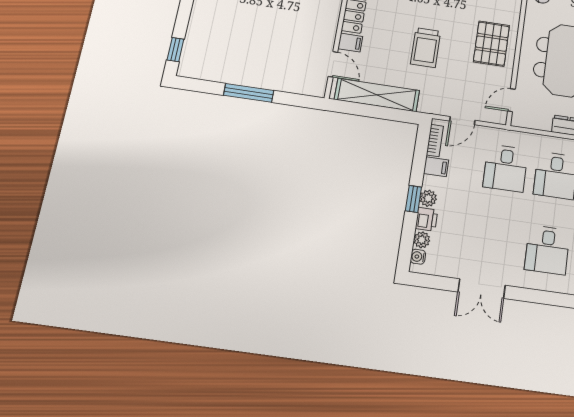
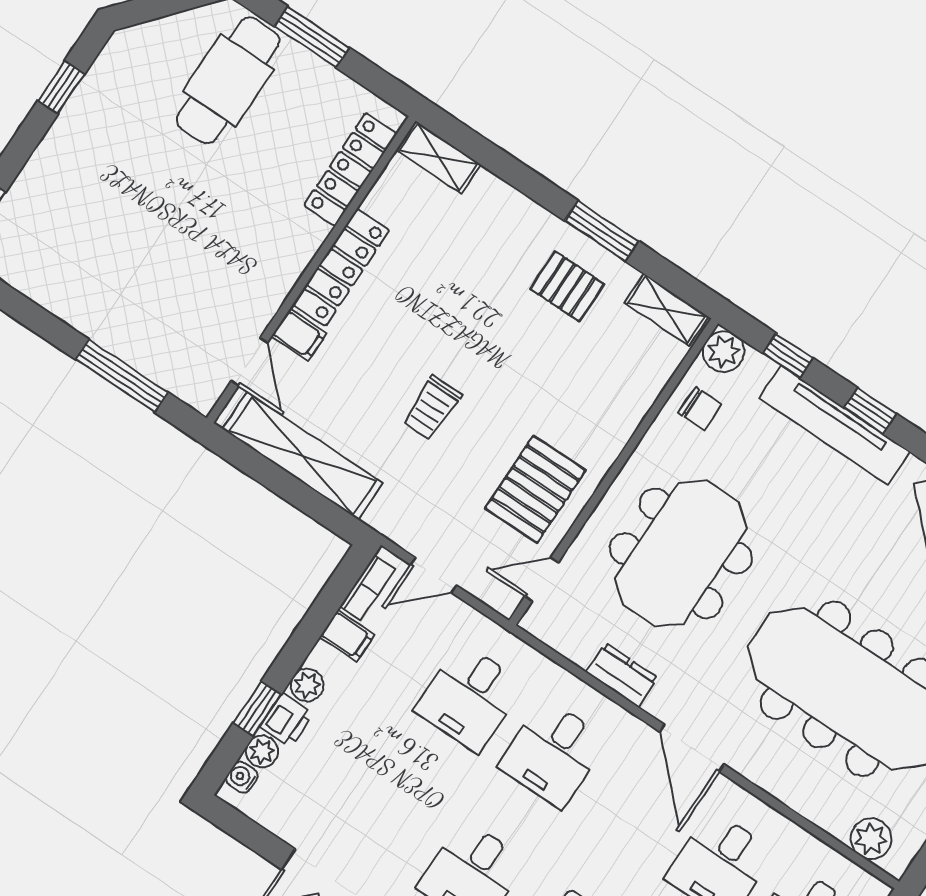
pallet: (491, 44) -> (535, 489), moved
trolley: (426, 47) -> (432, 408), width x0.73, depth x0.72
window: (249, 93) -> (122, 376), moved
window: (413, 199) -> (257, 709), moved

